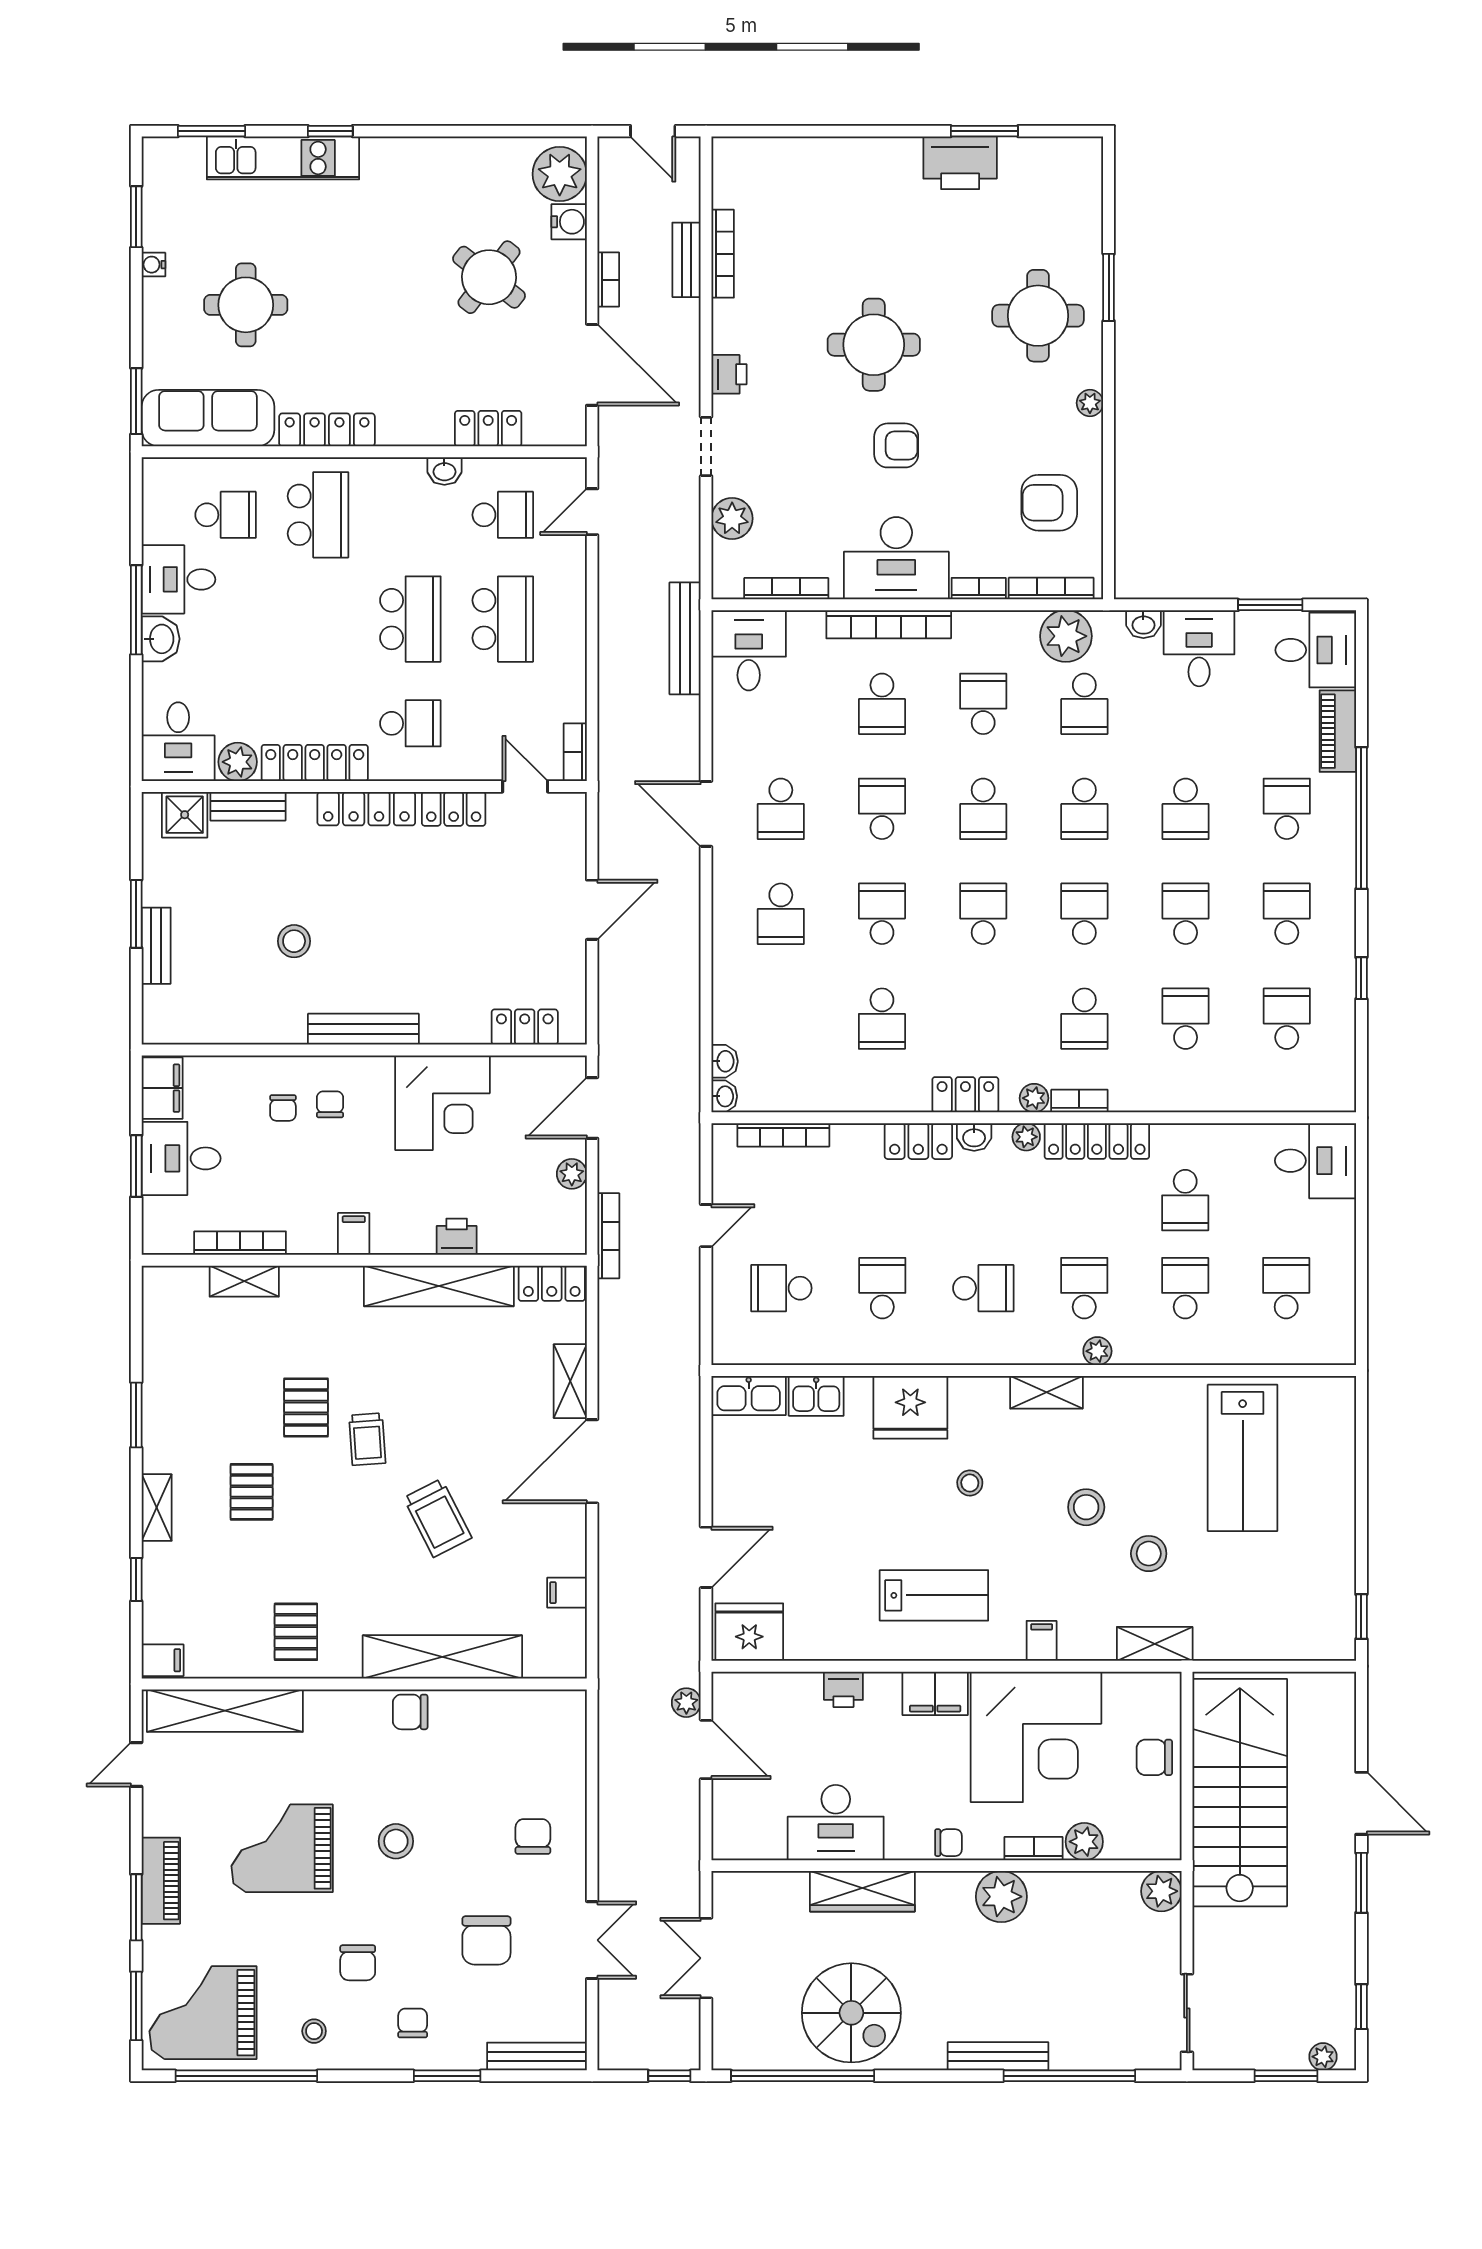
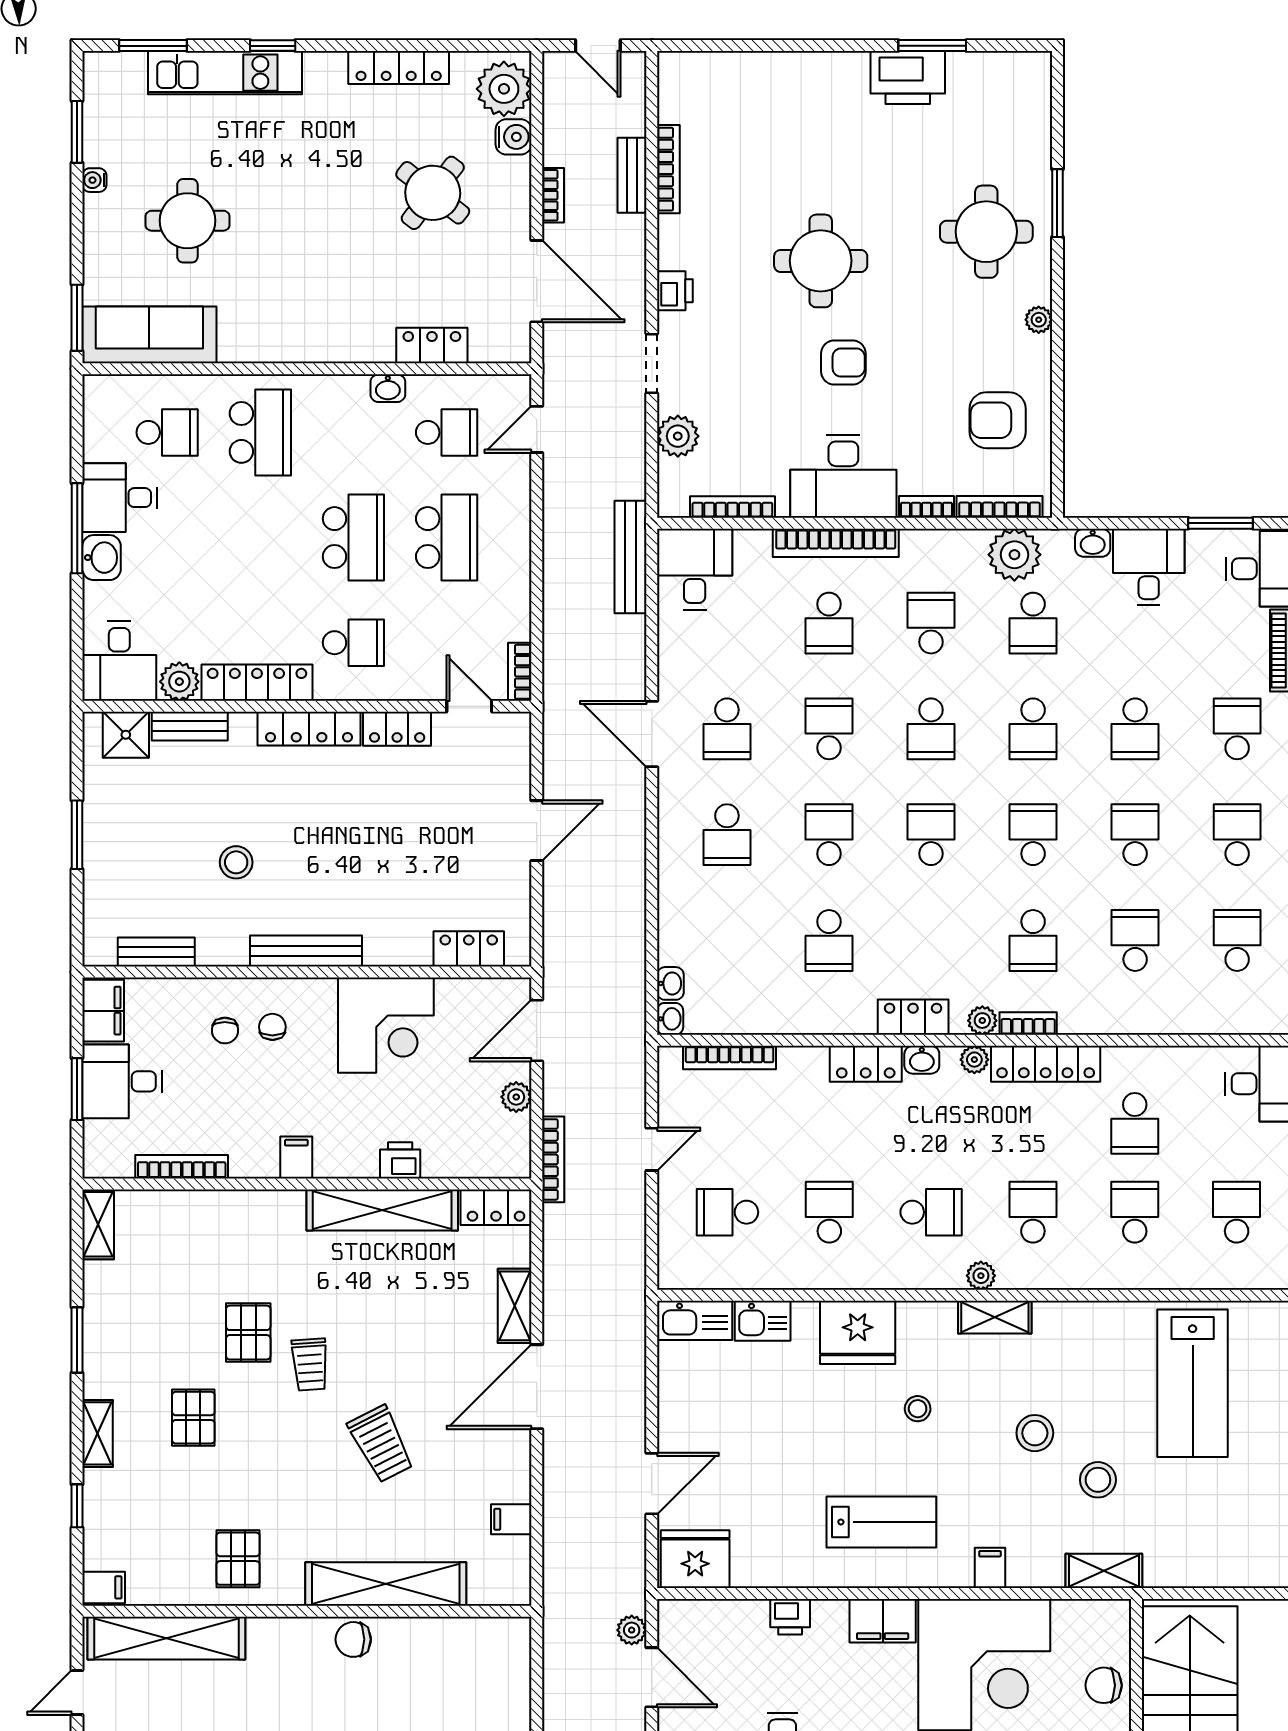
locker: (327, 430) -> (399, 68), moved, turned 180
bench: (156, 946) -> (156, 952), moved, turned 90
shelving: (244, 1281) -> (98, 1224), moved, turned 90
plant: (1097, 1351) -> (981, 1276), moved

